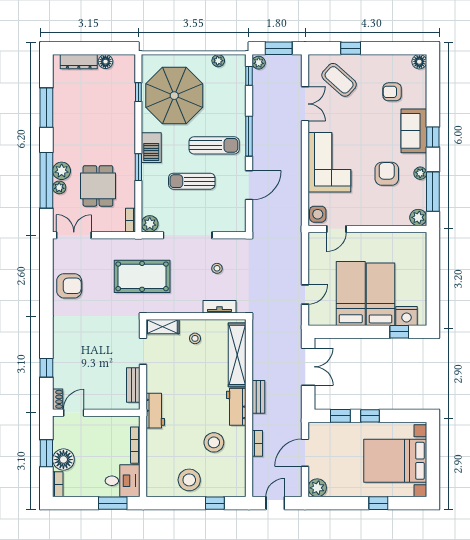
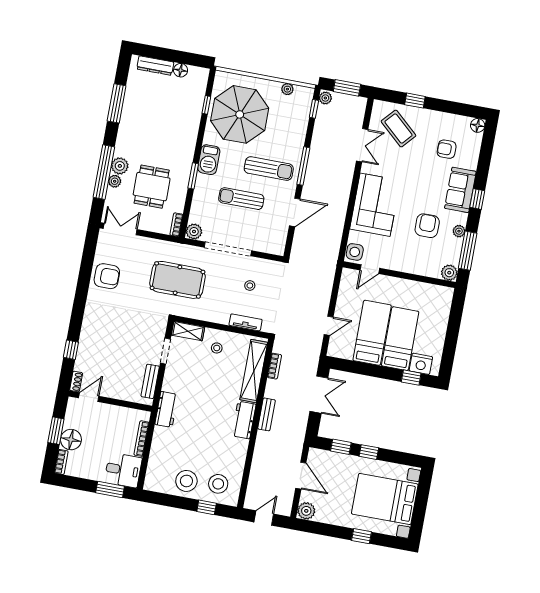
stool: (214, 442) -> (218, 484), moved
bookcase: (257, 443) -> (274, 366), moved
door: (305, 453) -> (301, 476), swing flipped

